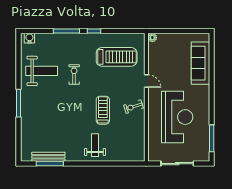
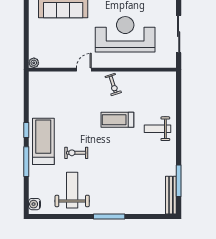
treadmill: (117, 57) -> (43, 141), moved
bench: (48, 157) -> (171, 195), moved

